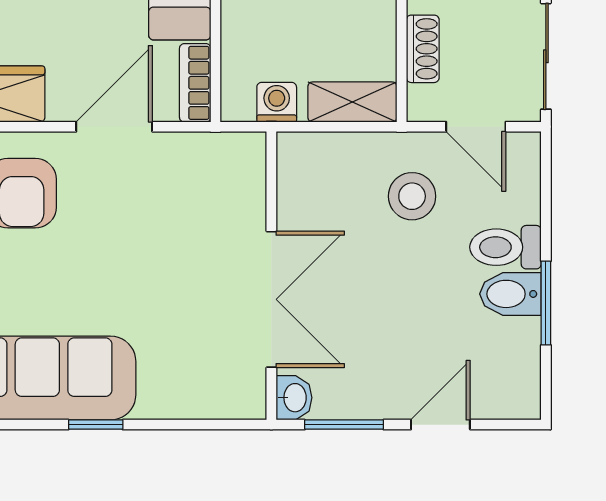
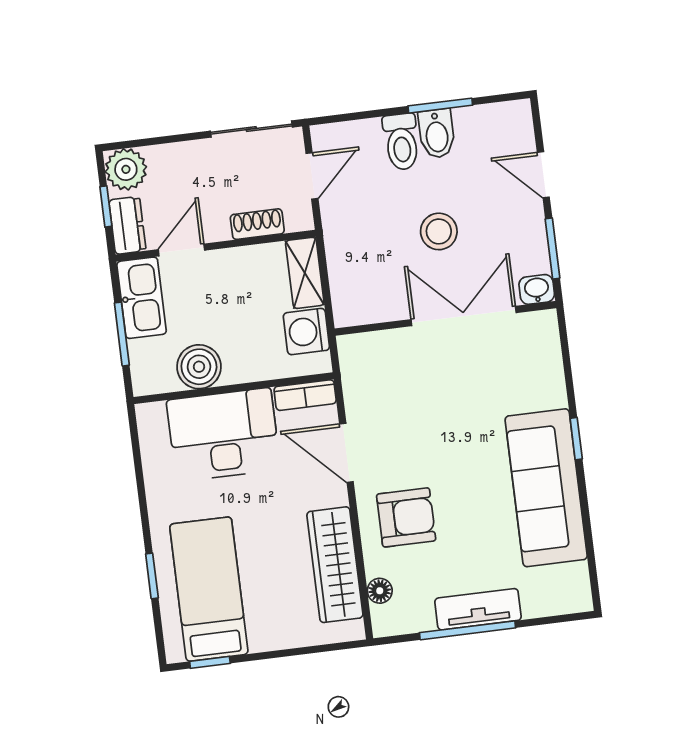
washing machine: (277, 102) -> (306, 332), width x1.38, depth x1.38
stool: (412, 196) -> (439, 231), moved

